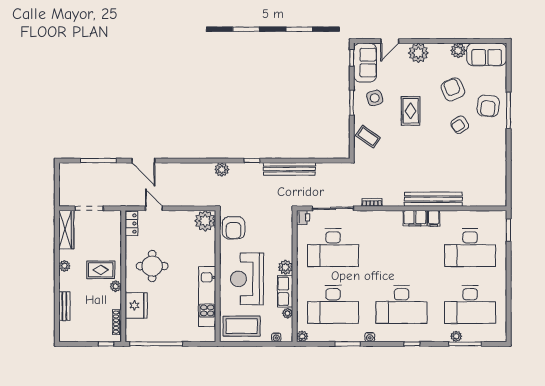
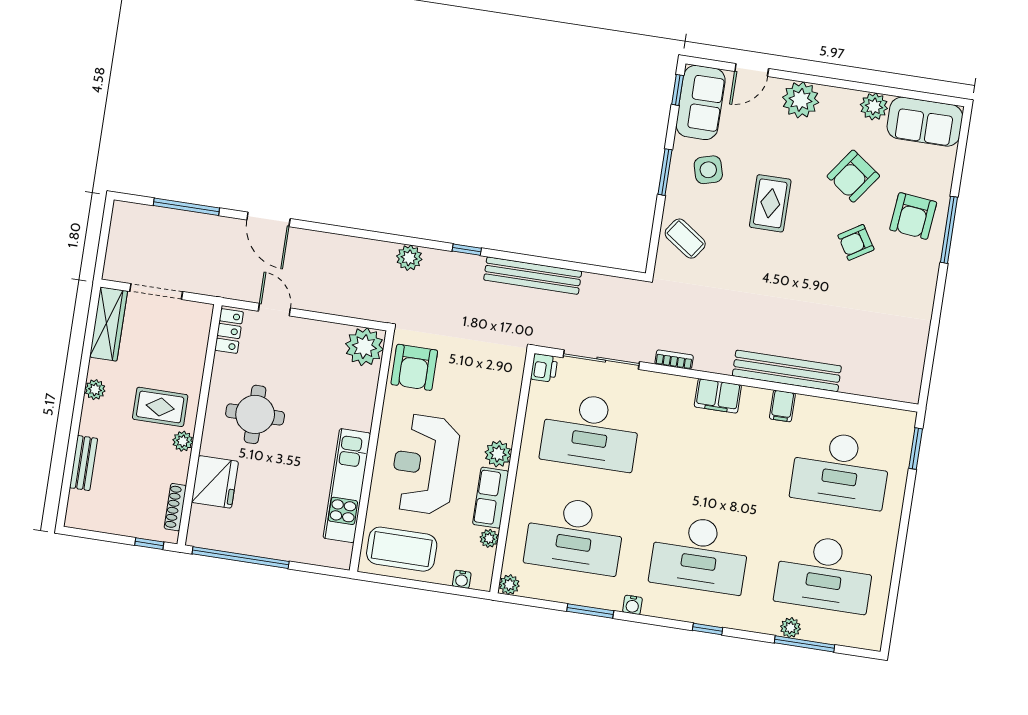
armchair: (453, 89) -> (853, 176), turned -120
filing cabinet: (415, 218) -> (718, 396), moved

